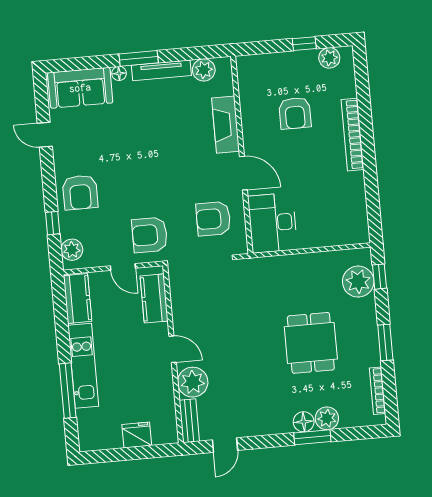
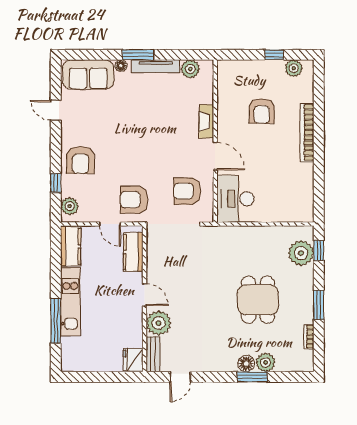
fireplace: (226, 125) -> (206, 121), width x0.73, depth x0.76
bookcase: (378, 391) -> (309, 337), width x0.64
fridge: (137, 435) -> (133, 359), moved, turned -90

